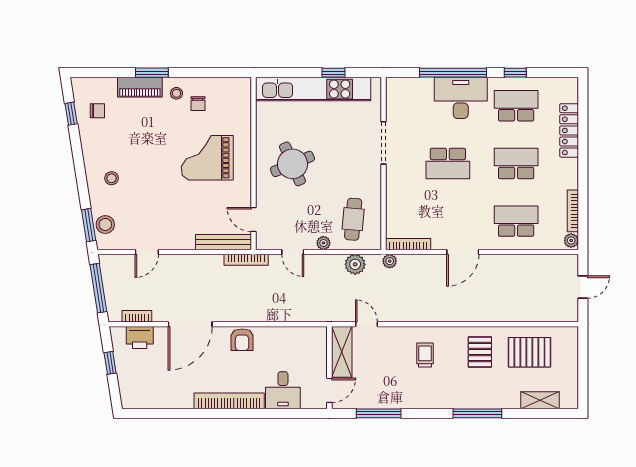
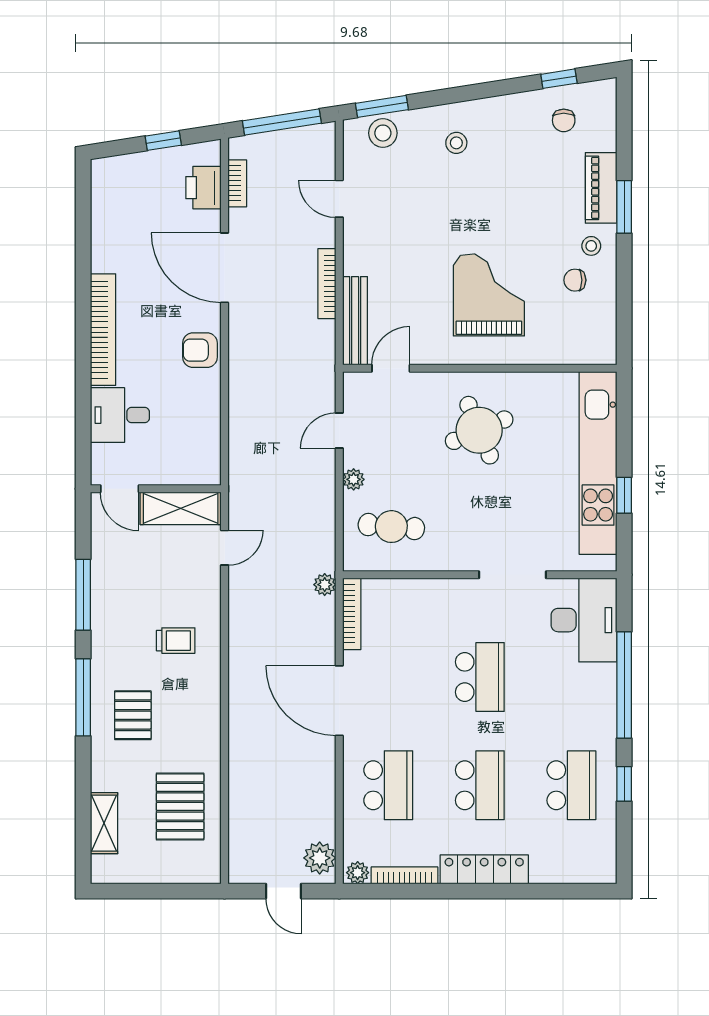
desk: (461, 98) -> (584, 620), moved
locker: (569, 130) -> (484, 869), moved
school desk: (448, 163) -> (480, 677), turned 180
door: (463, 252) -> (339, 701), width x1.36
bookcase: (246, 260) -> (327, 284), moved
plant: (355, 264) -> (320, 858), moved
pallet: (480, 352) -> (133, 715), moved, turned 90
window: (379, 413) -> (83, 595), moved
window: (477, 413) -> (83, 697), moved

